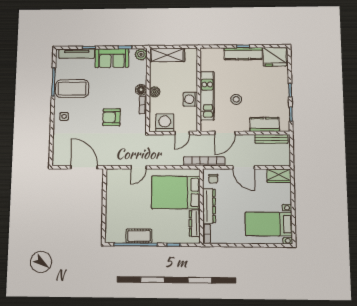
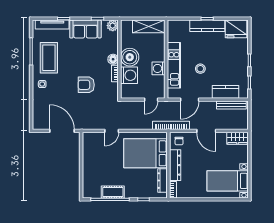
shelving: (167, 55) -> (149, 26), moved
coffee table: (72, 89) -> (49, 58), turned 90
boiler: (155, 92) -> (130, 57), width x1.86, depth x1.86
washing machine: (165, 123) -> (129, 75), moved, turned 90

